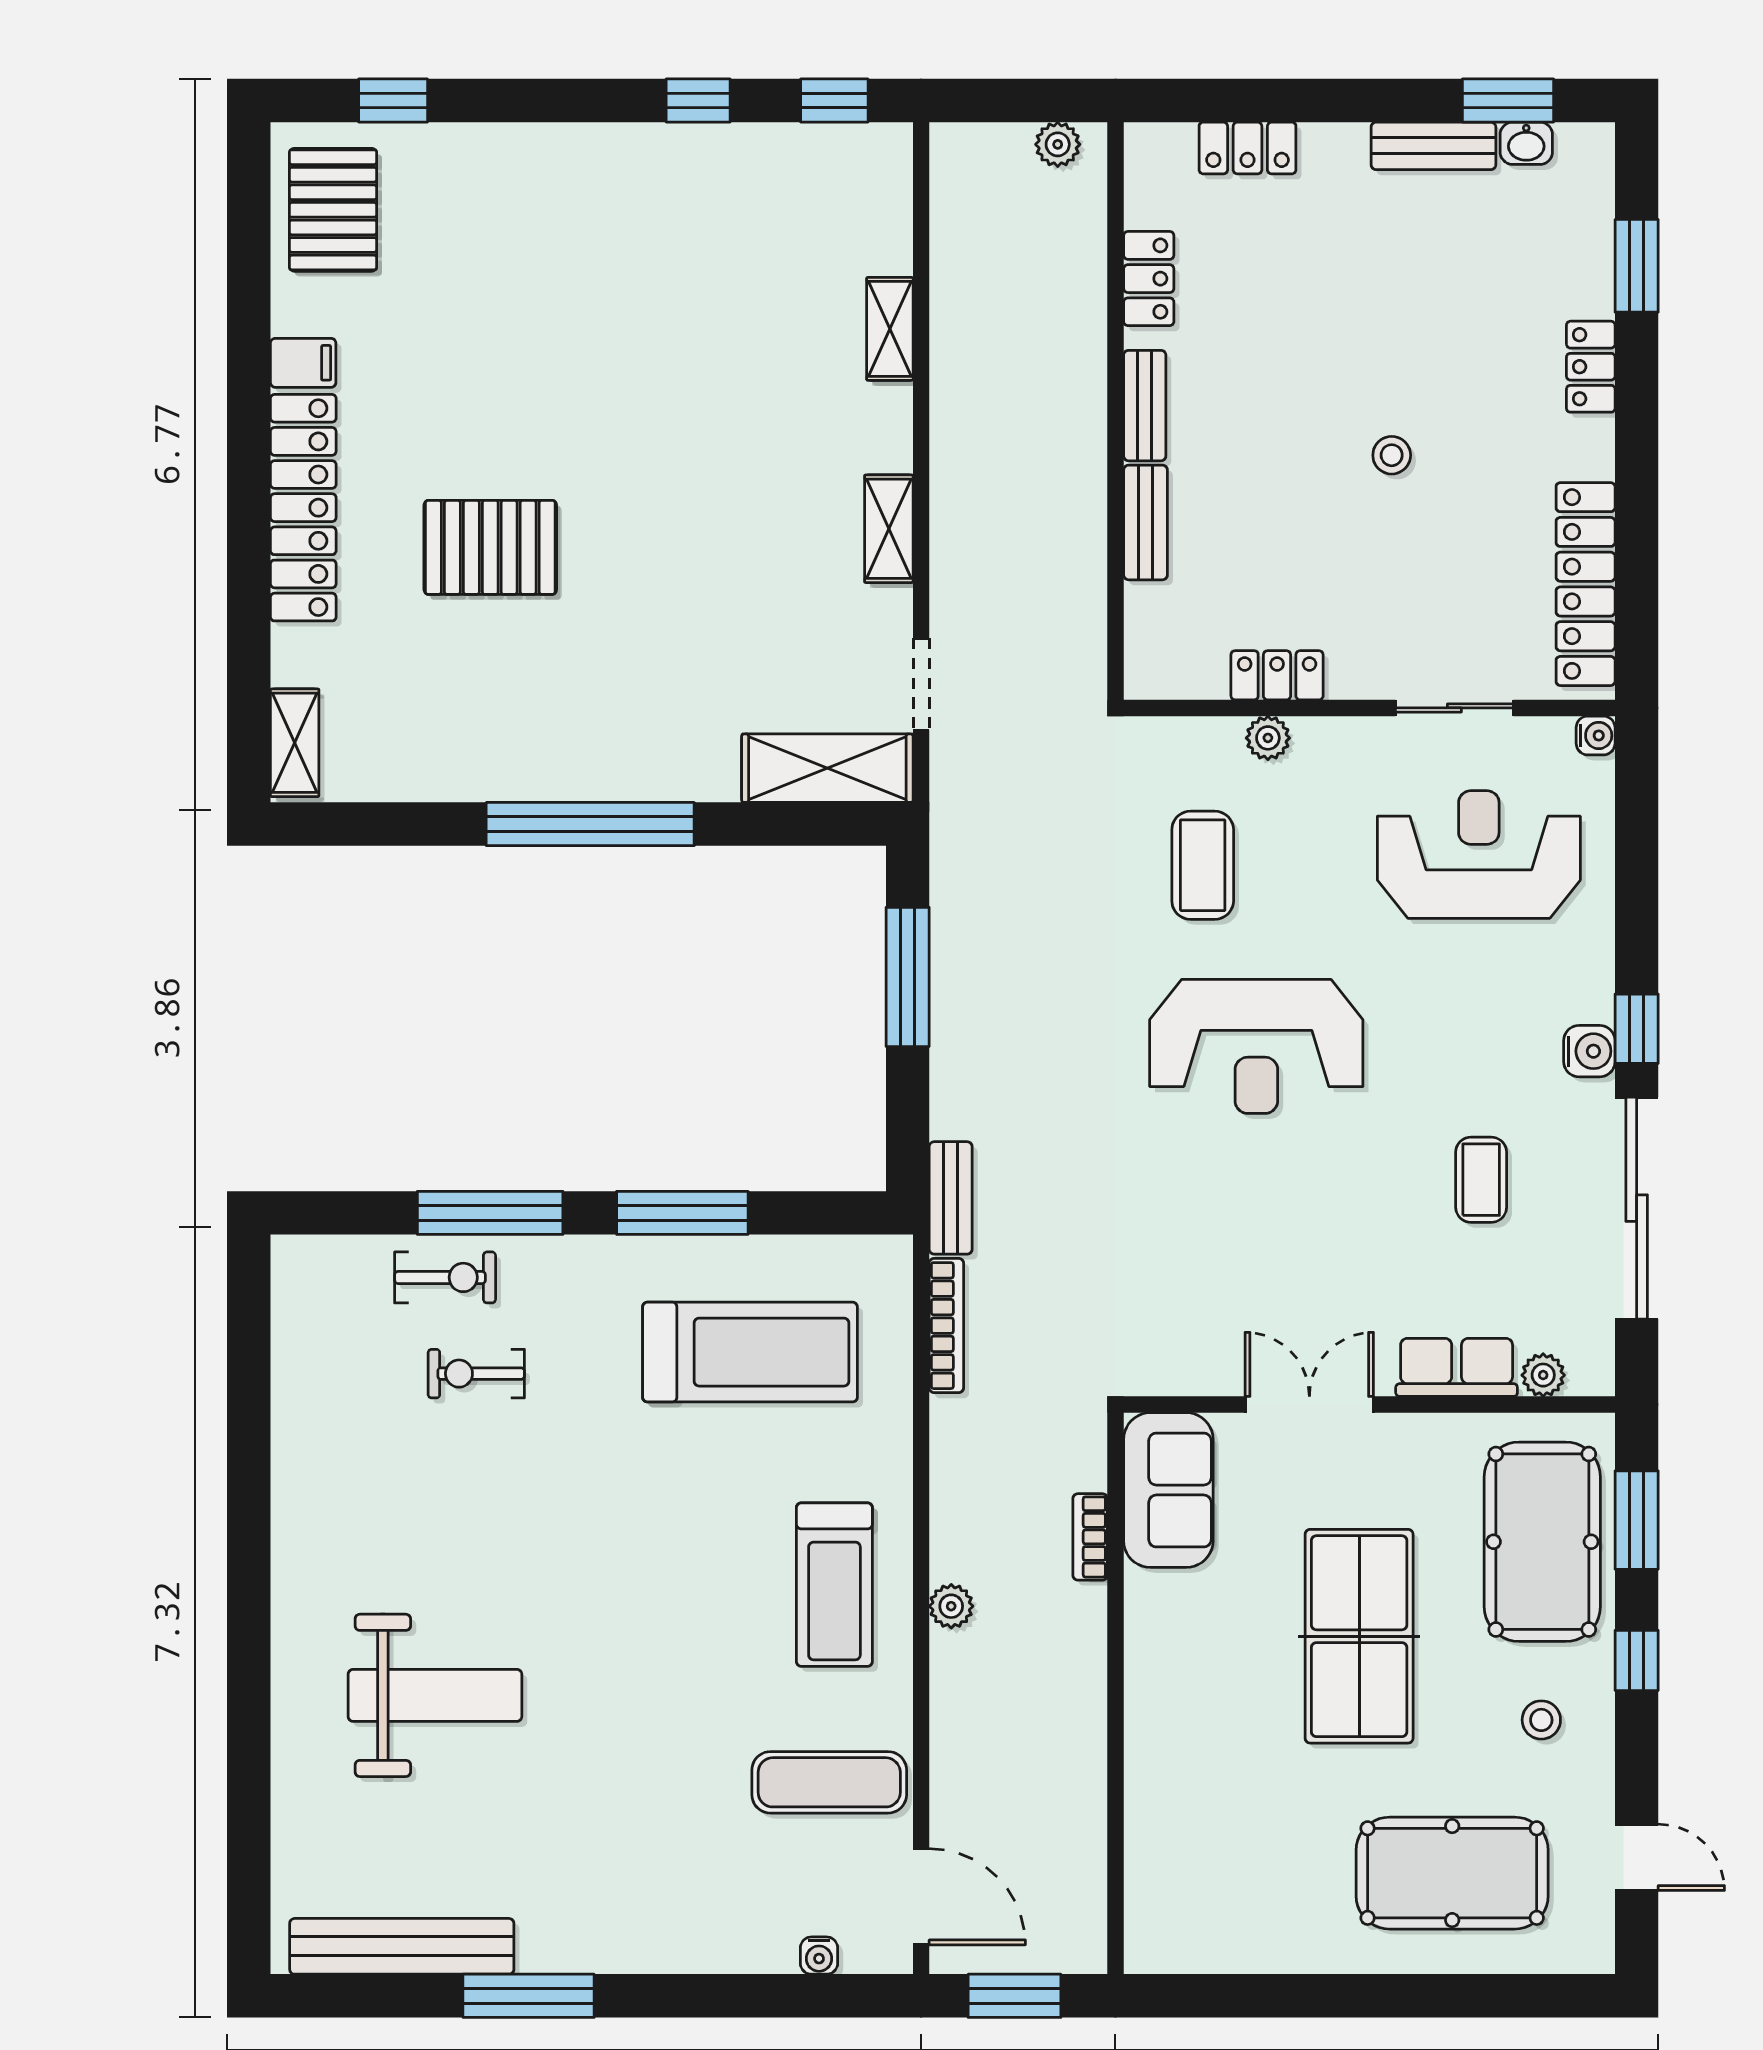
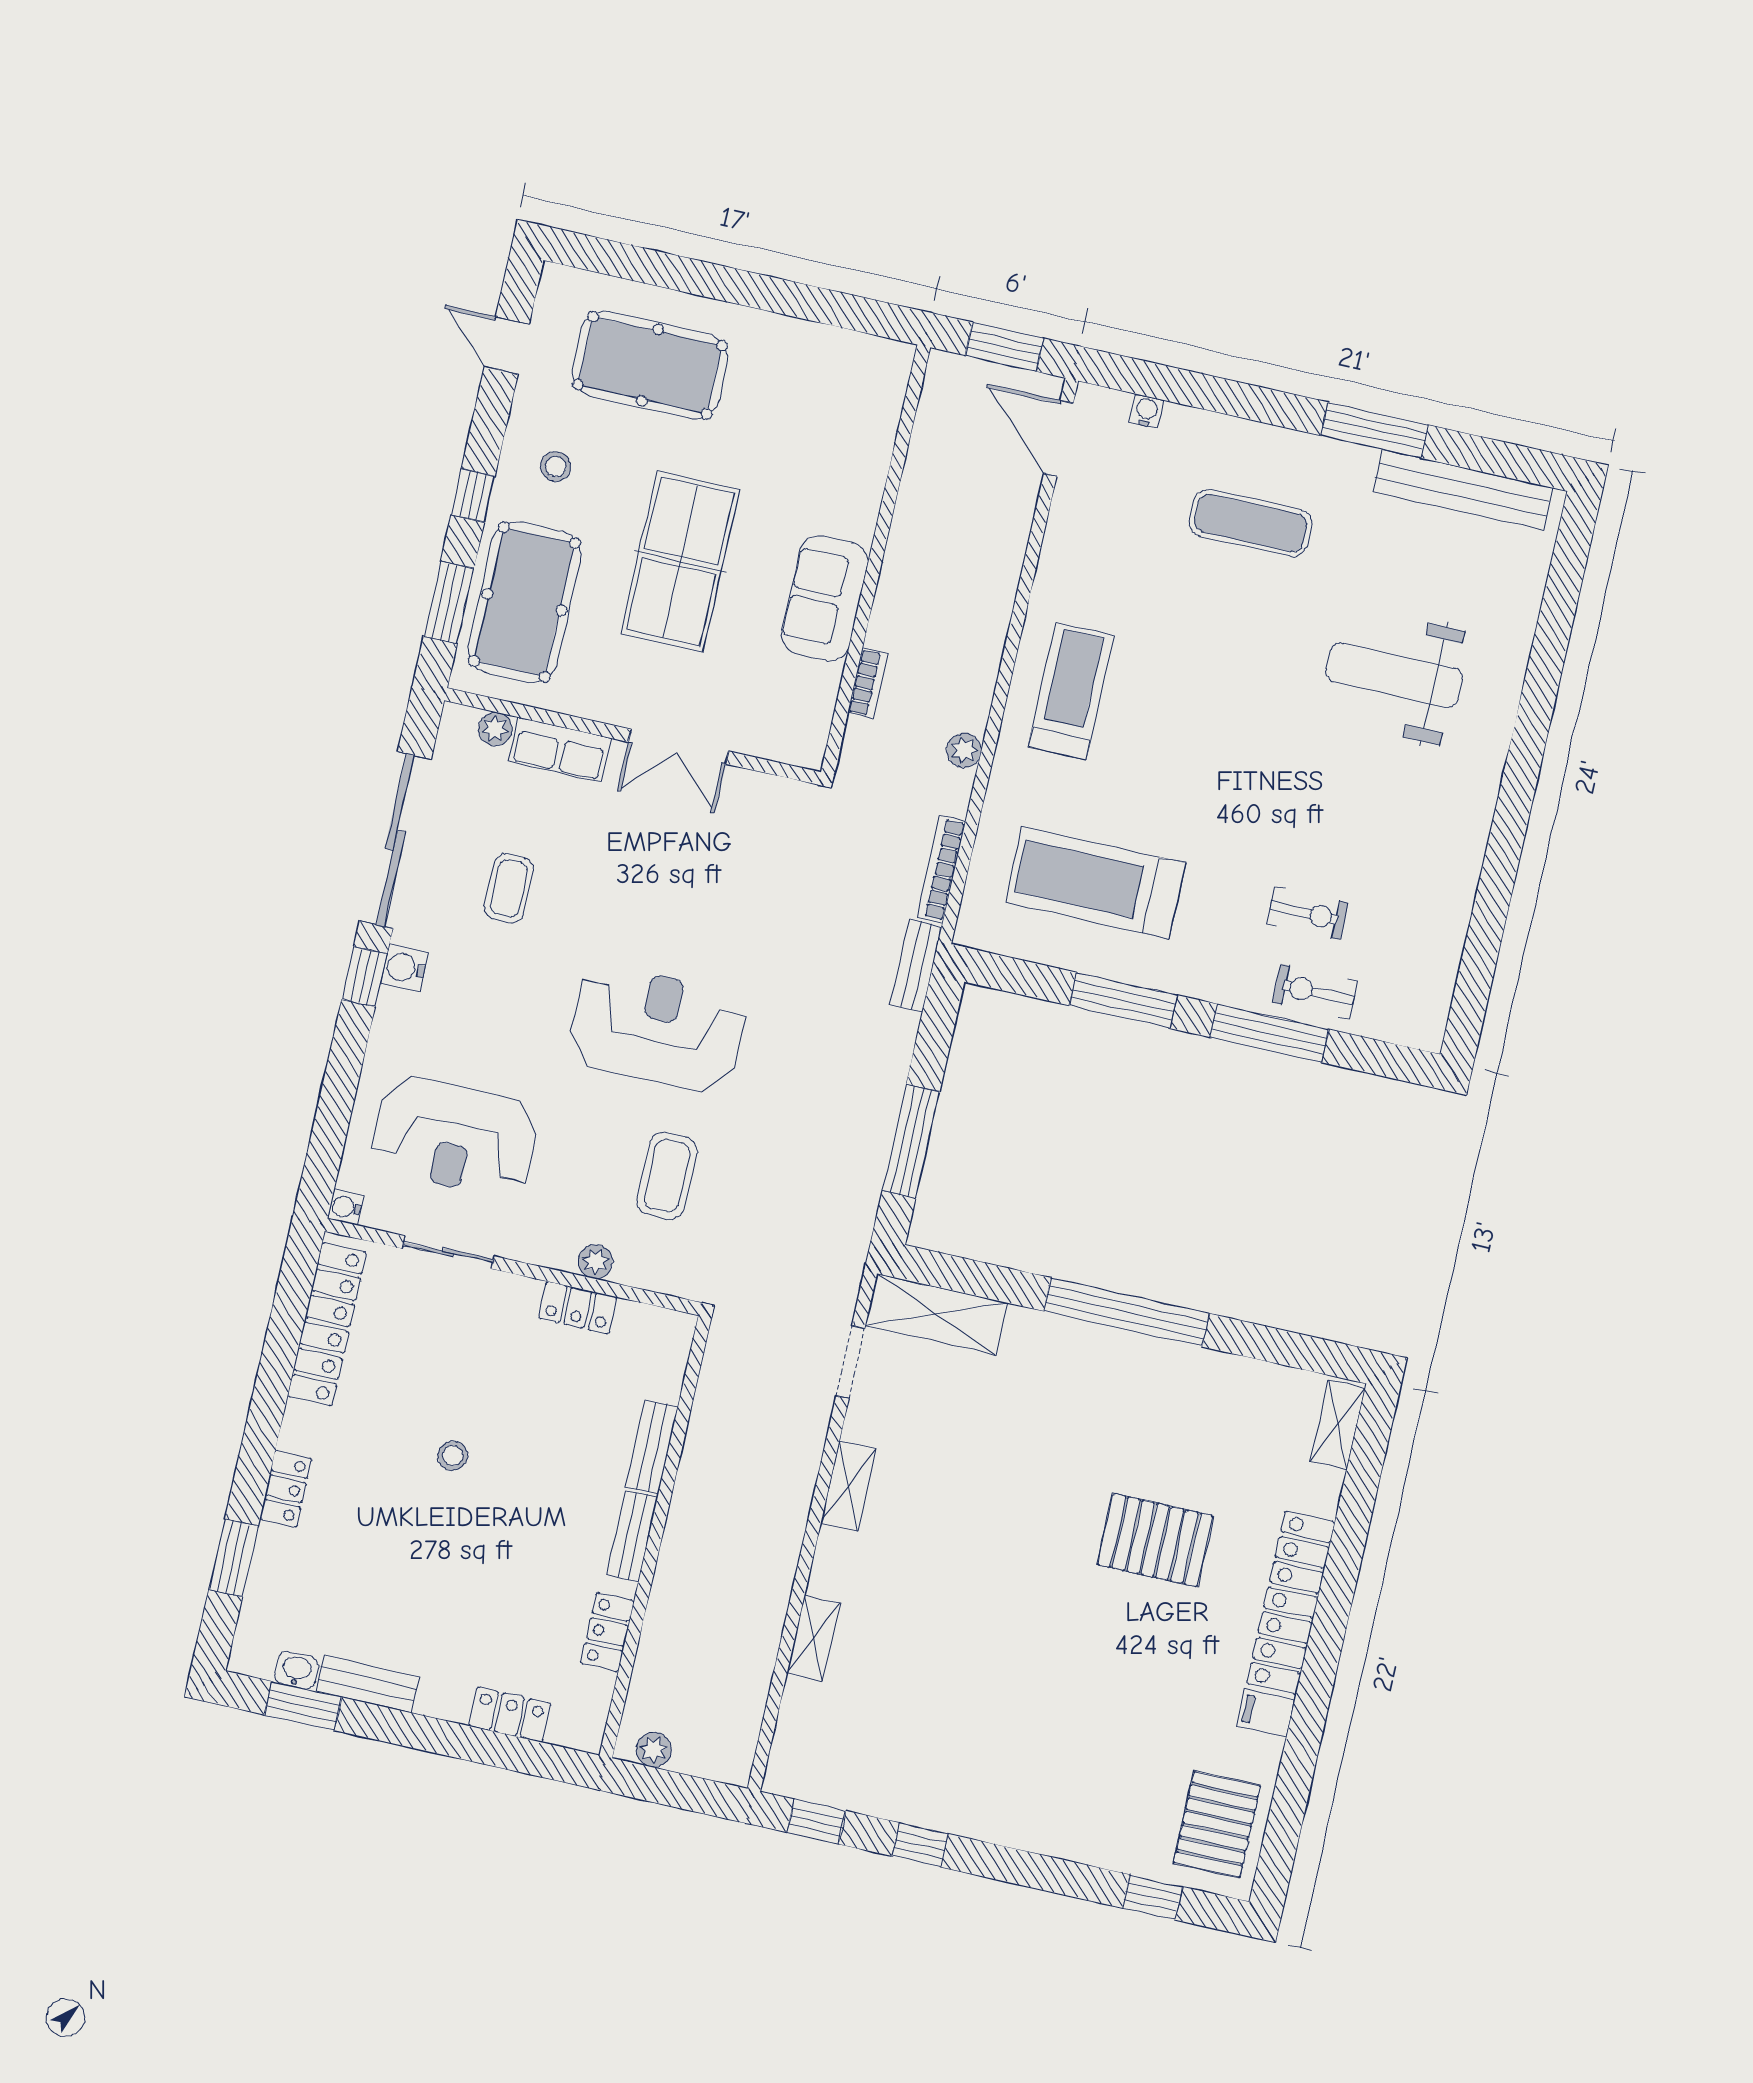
sofa: (1168, 1490) -> (825, 598), moved
plant: (951, 1606) -> (964, 750), moved
exercise mat: (829, 1782) -> (1251, 523), moved

